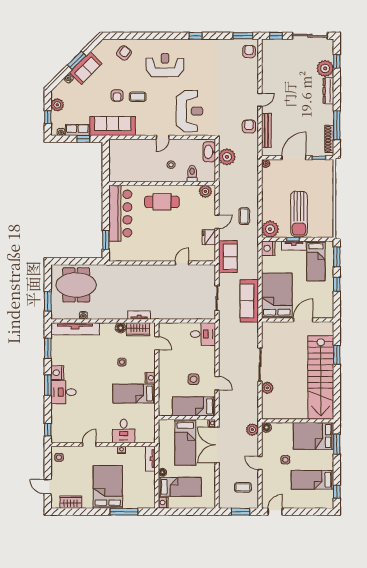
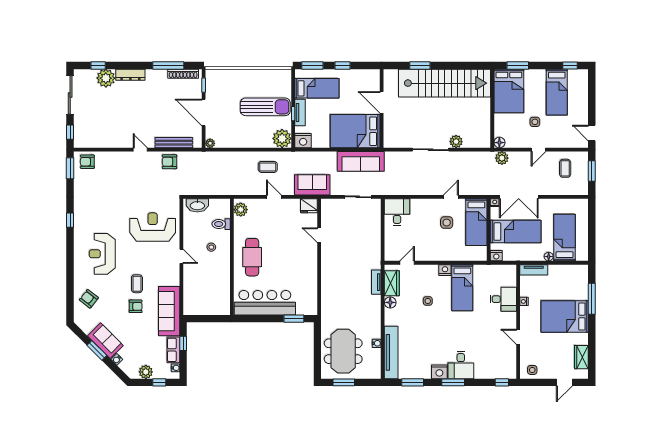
plant: (227, 157) -> (203, 186), removed
fridge: (209, 237) -> (309, 206), moved
window: (48, 301) -> (344, 382), moved
nightstand: (163, 503) -> (496, 256), moved

